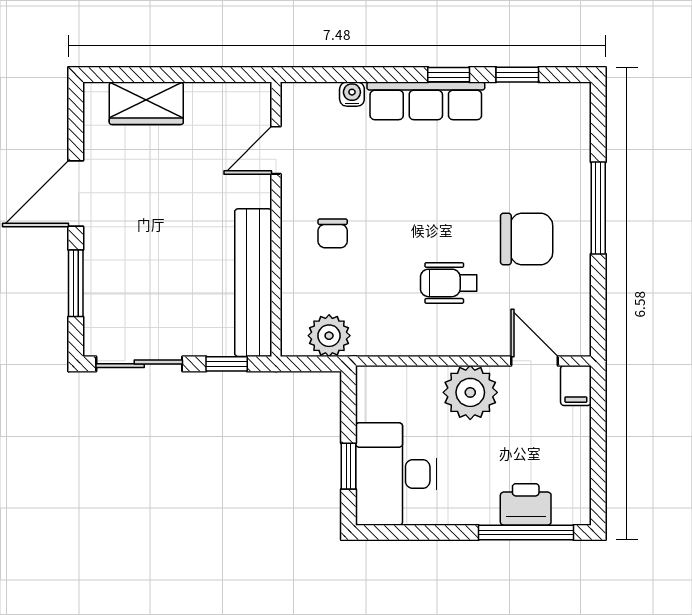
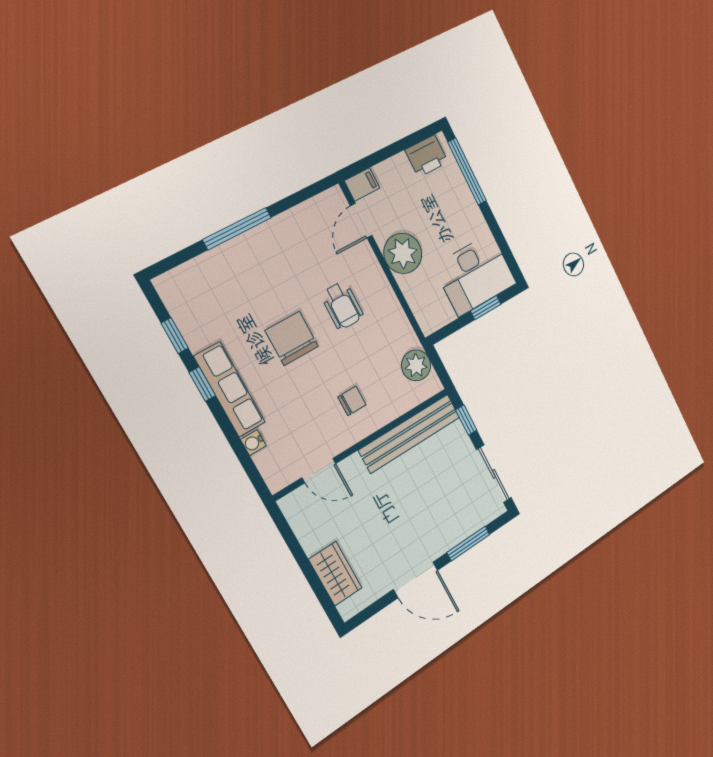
chair: (527, 239) -> (292, 338), moved
printer: (526, 504) -> (427, 156), moved, turned -90

